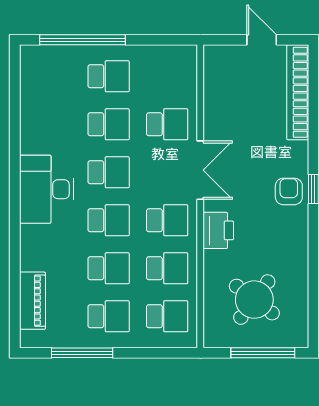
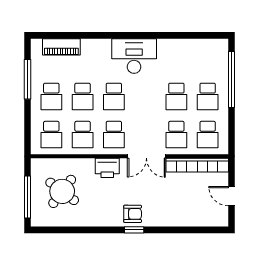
door: (262, 40) -> (231, 196), swing flipped
bookcase: (298, 92) -> (197, 165), moved, turned 180
school desk: (109, 172) -> (208, 135), moved

